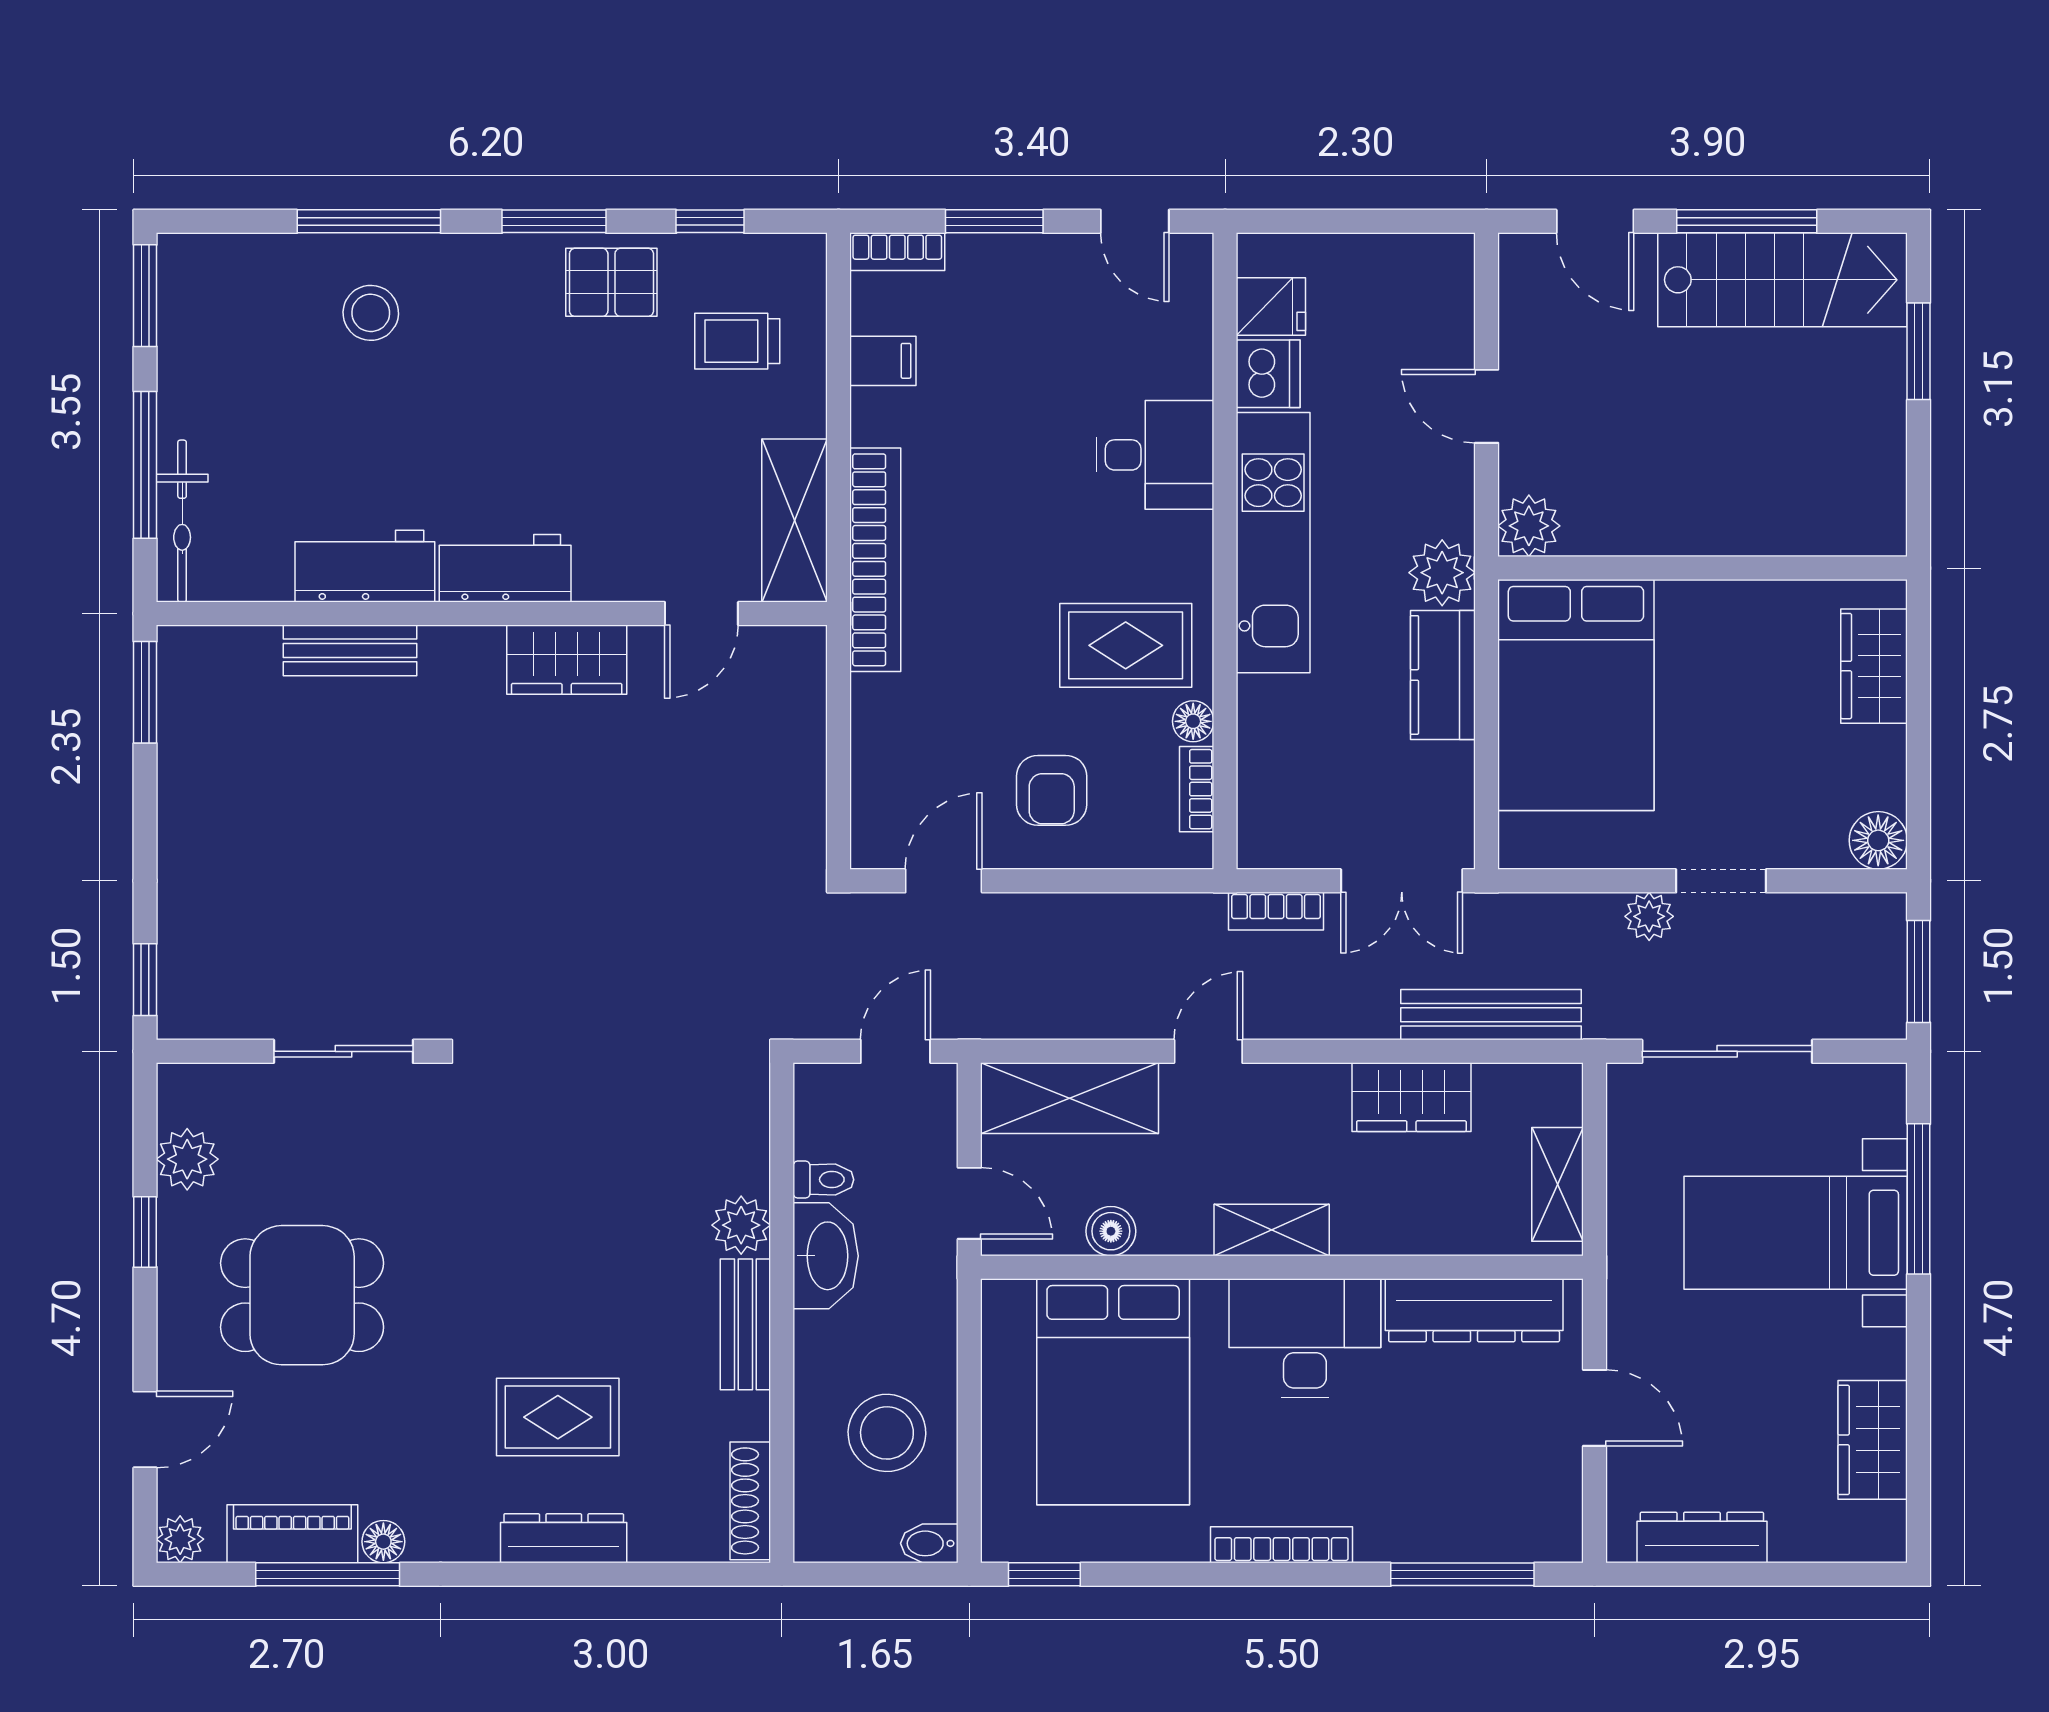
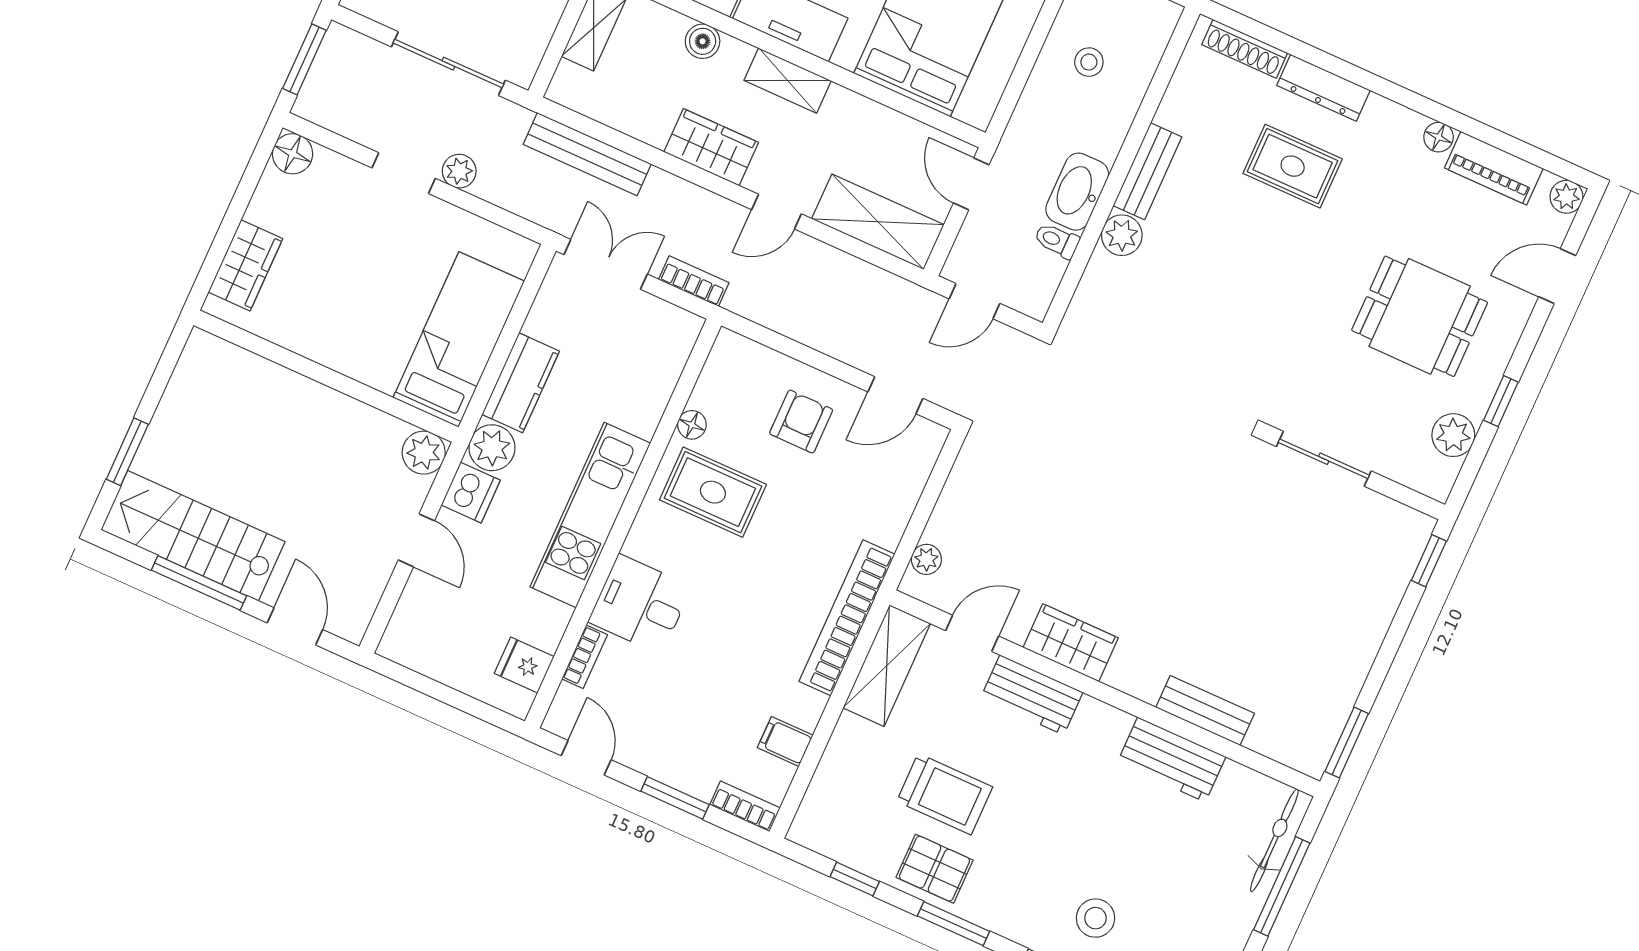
trolley: (737, 341) -> (945, 794), moved, width x1.36, depth x1.39
dishwasher: (1268, 374) -> (471, 493), moved, turned 180
workbench: (505, 568) -> (1032, 695), moved
plant: (806, 684) -> (926, 559), added
bed: (1576, 695) -> (459, 339), width x0.67
bookcase: (1197, 789) -> (585, 657), moved
wardrobe: (1411, 1097) -> (711, 147), moved
boiler: (1111, 1231) -> (703, 41), moved
stool: (887, 1433) -> (1089, 62), width x0.53, depth x0.53
shoe rack: (750, 1501) -> (1245, 49), moved, turned 90
window: (328, 1574) -> (1483, 132), removed

